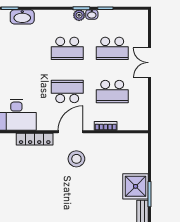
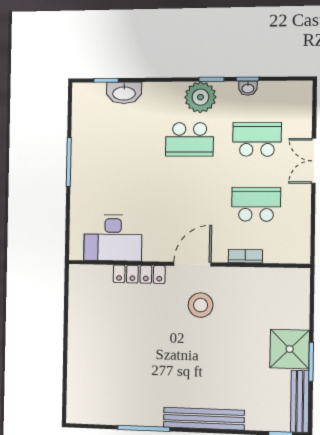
washbasin: (92, 14) -> (248, 88), moved
plant: (79, 15) -> (200, 97), width x1.87, depth x1.87
school desk: (112, 48) -> (257, 139), turned 180
school desk: (67, 91) -> (188, 204), removed
school desk: (112, 91) -> (256, 204), turned 180

